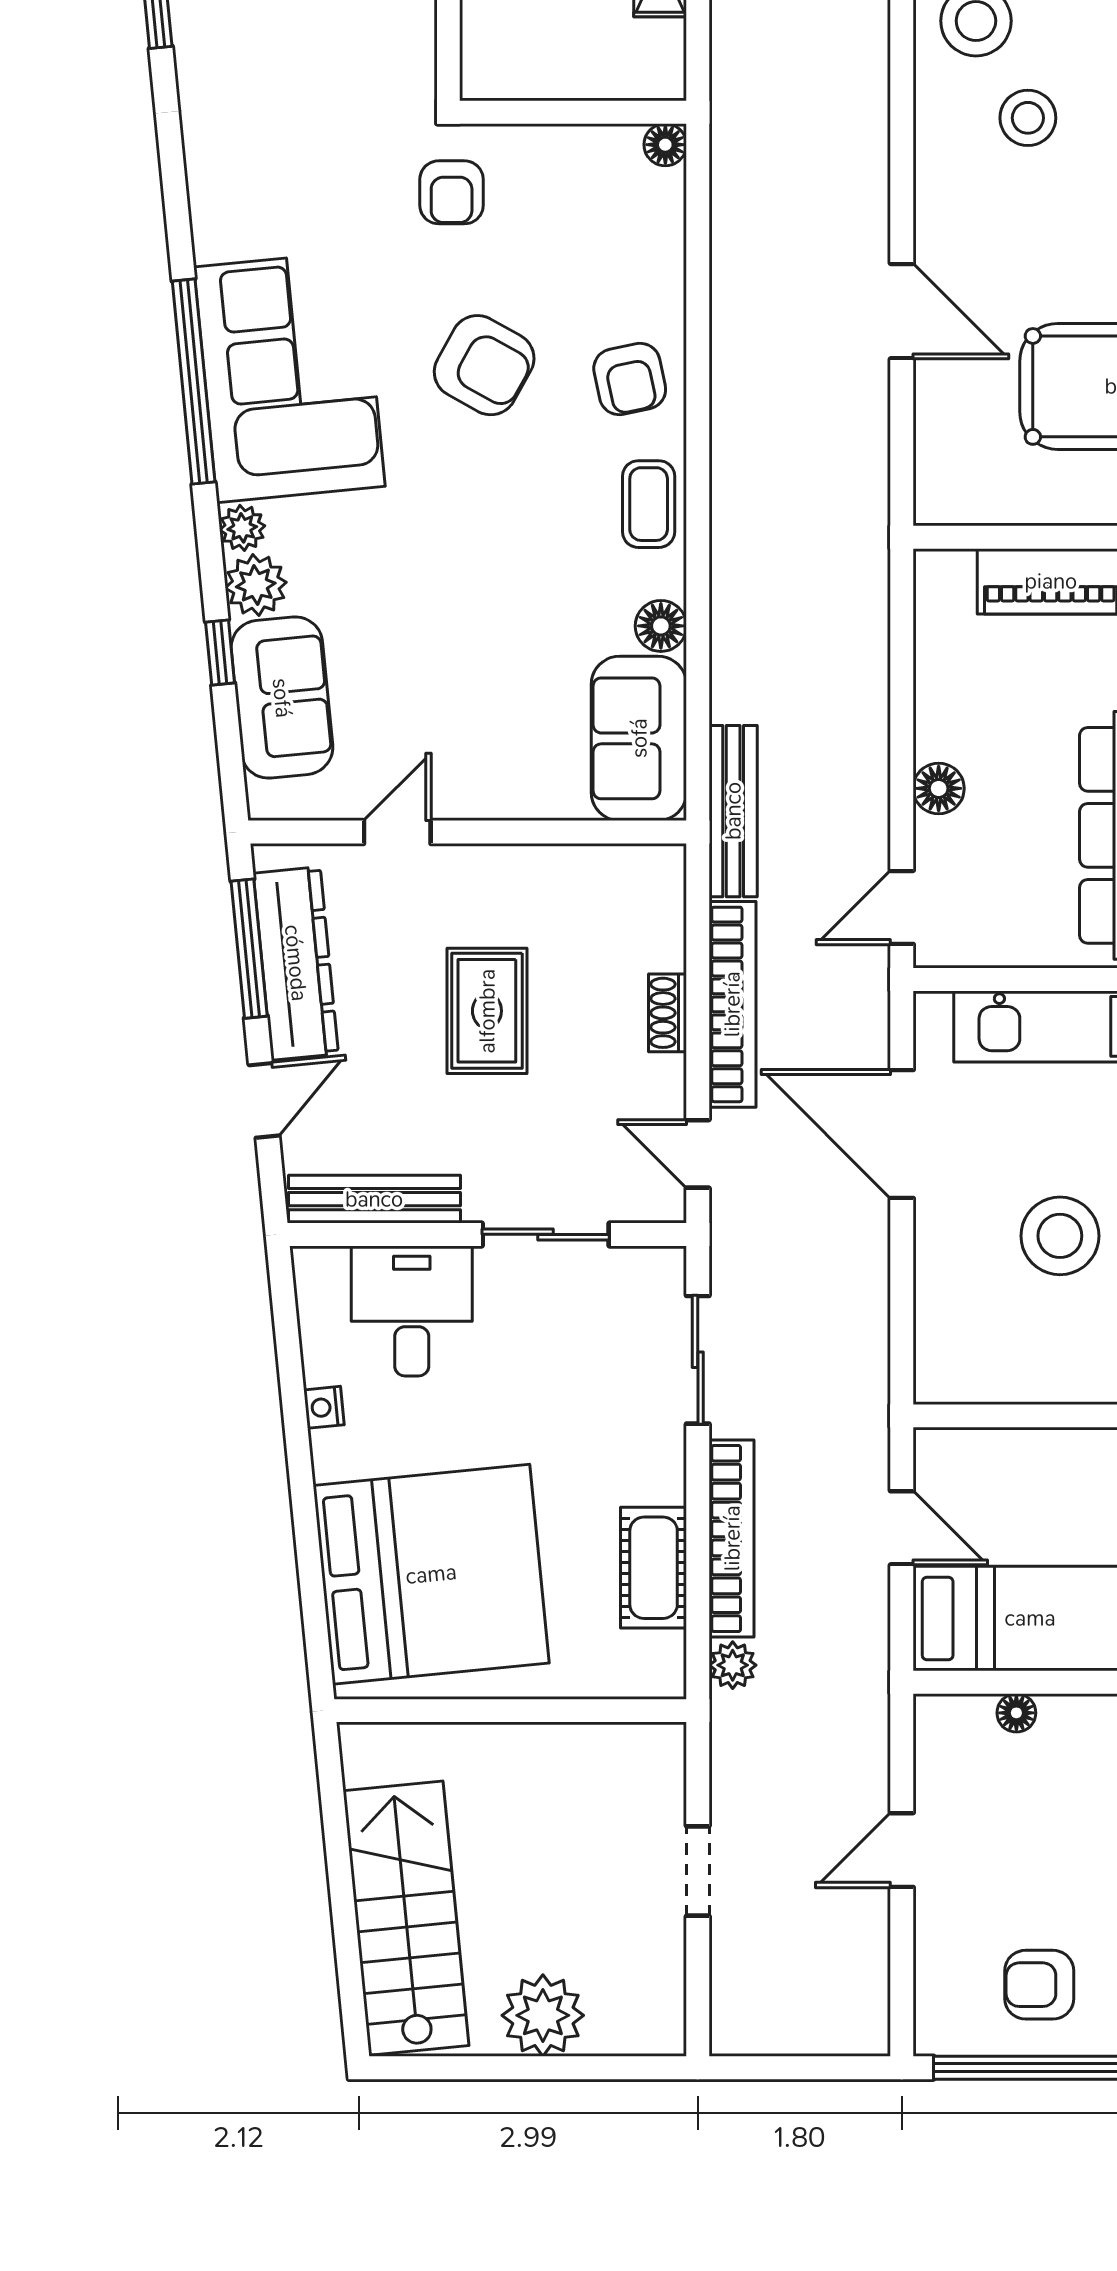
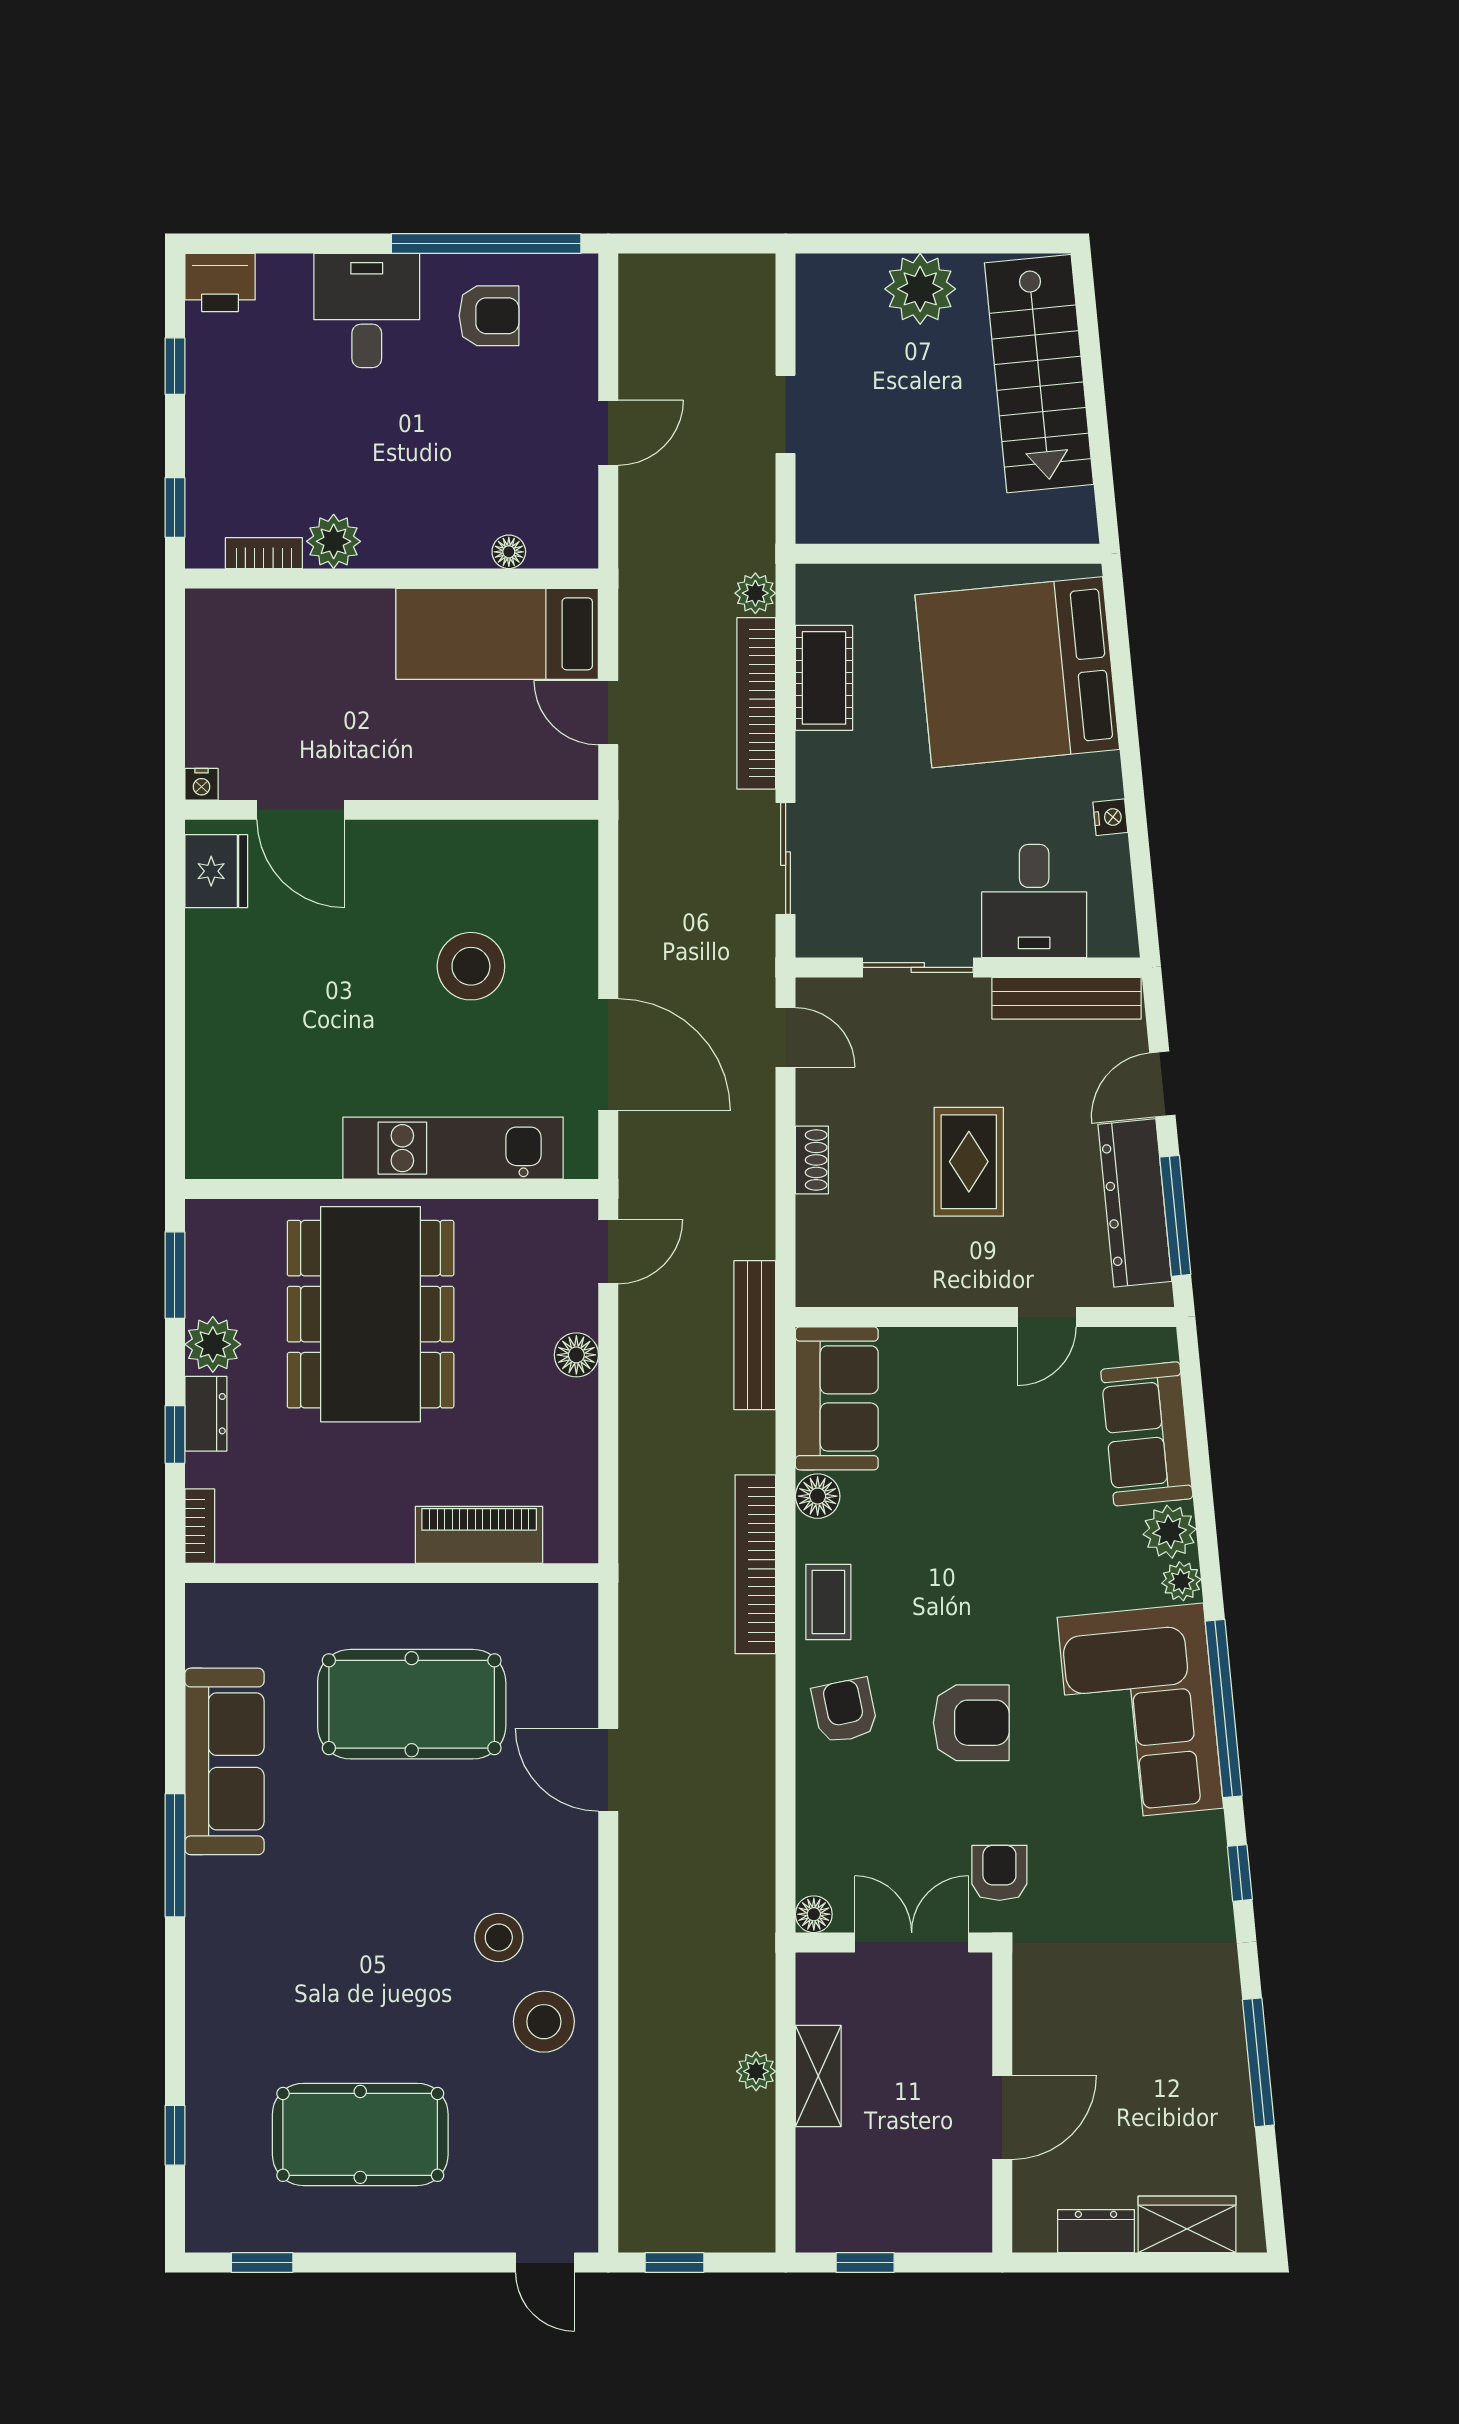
double door: (553, 112) -> (912, 1942), added
armchair: (484, 365) -> (971, 1723), turned 151
window: (220, 653) -> (1240, 1873), moved
bookcase: (732, 1004) -> (755, 1564), moved

